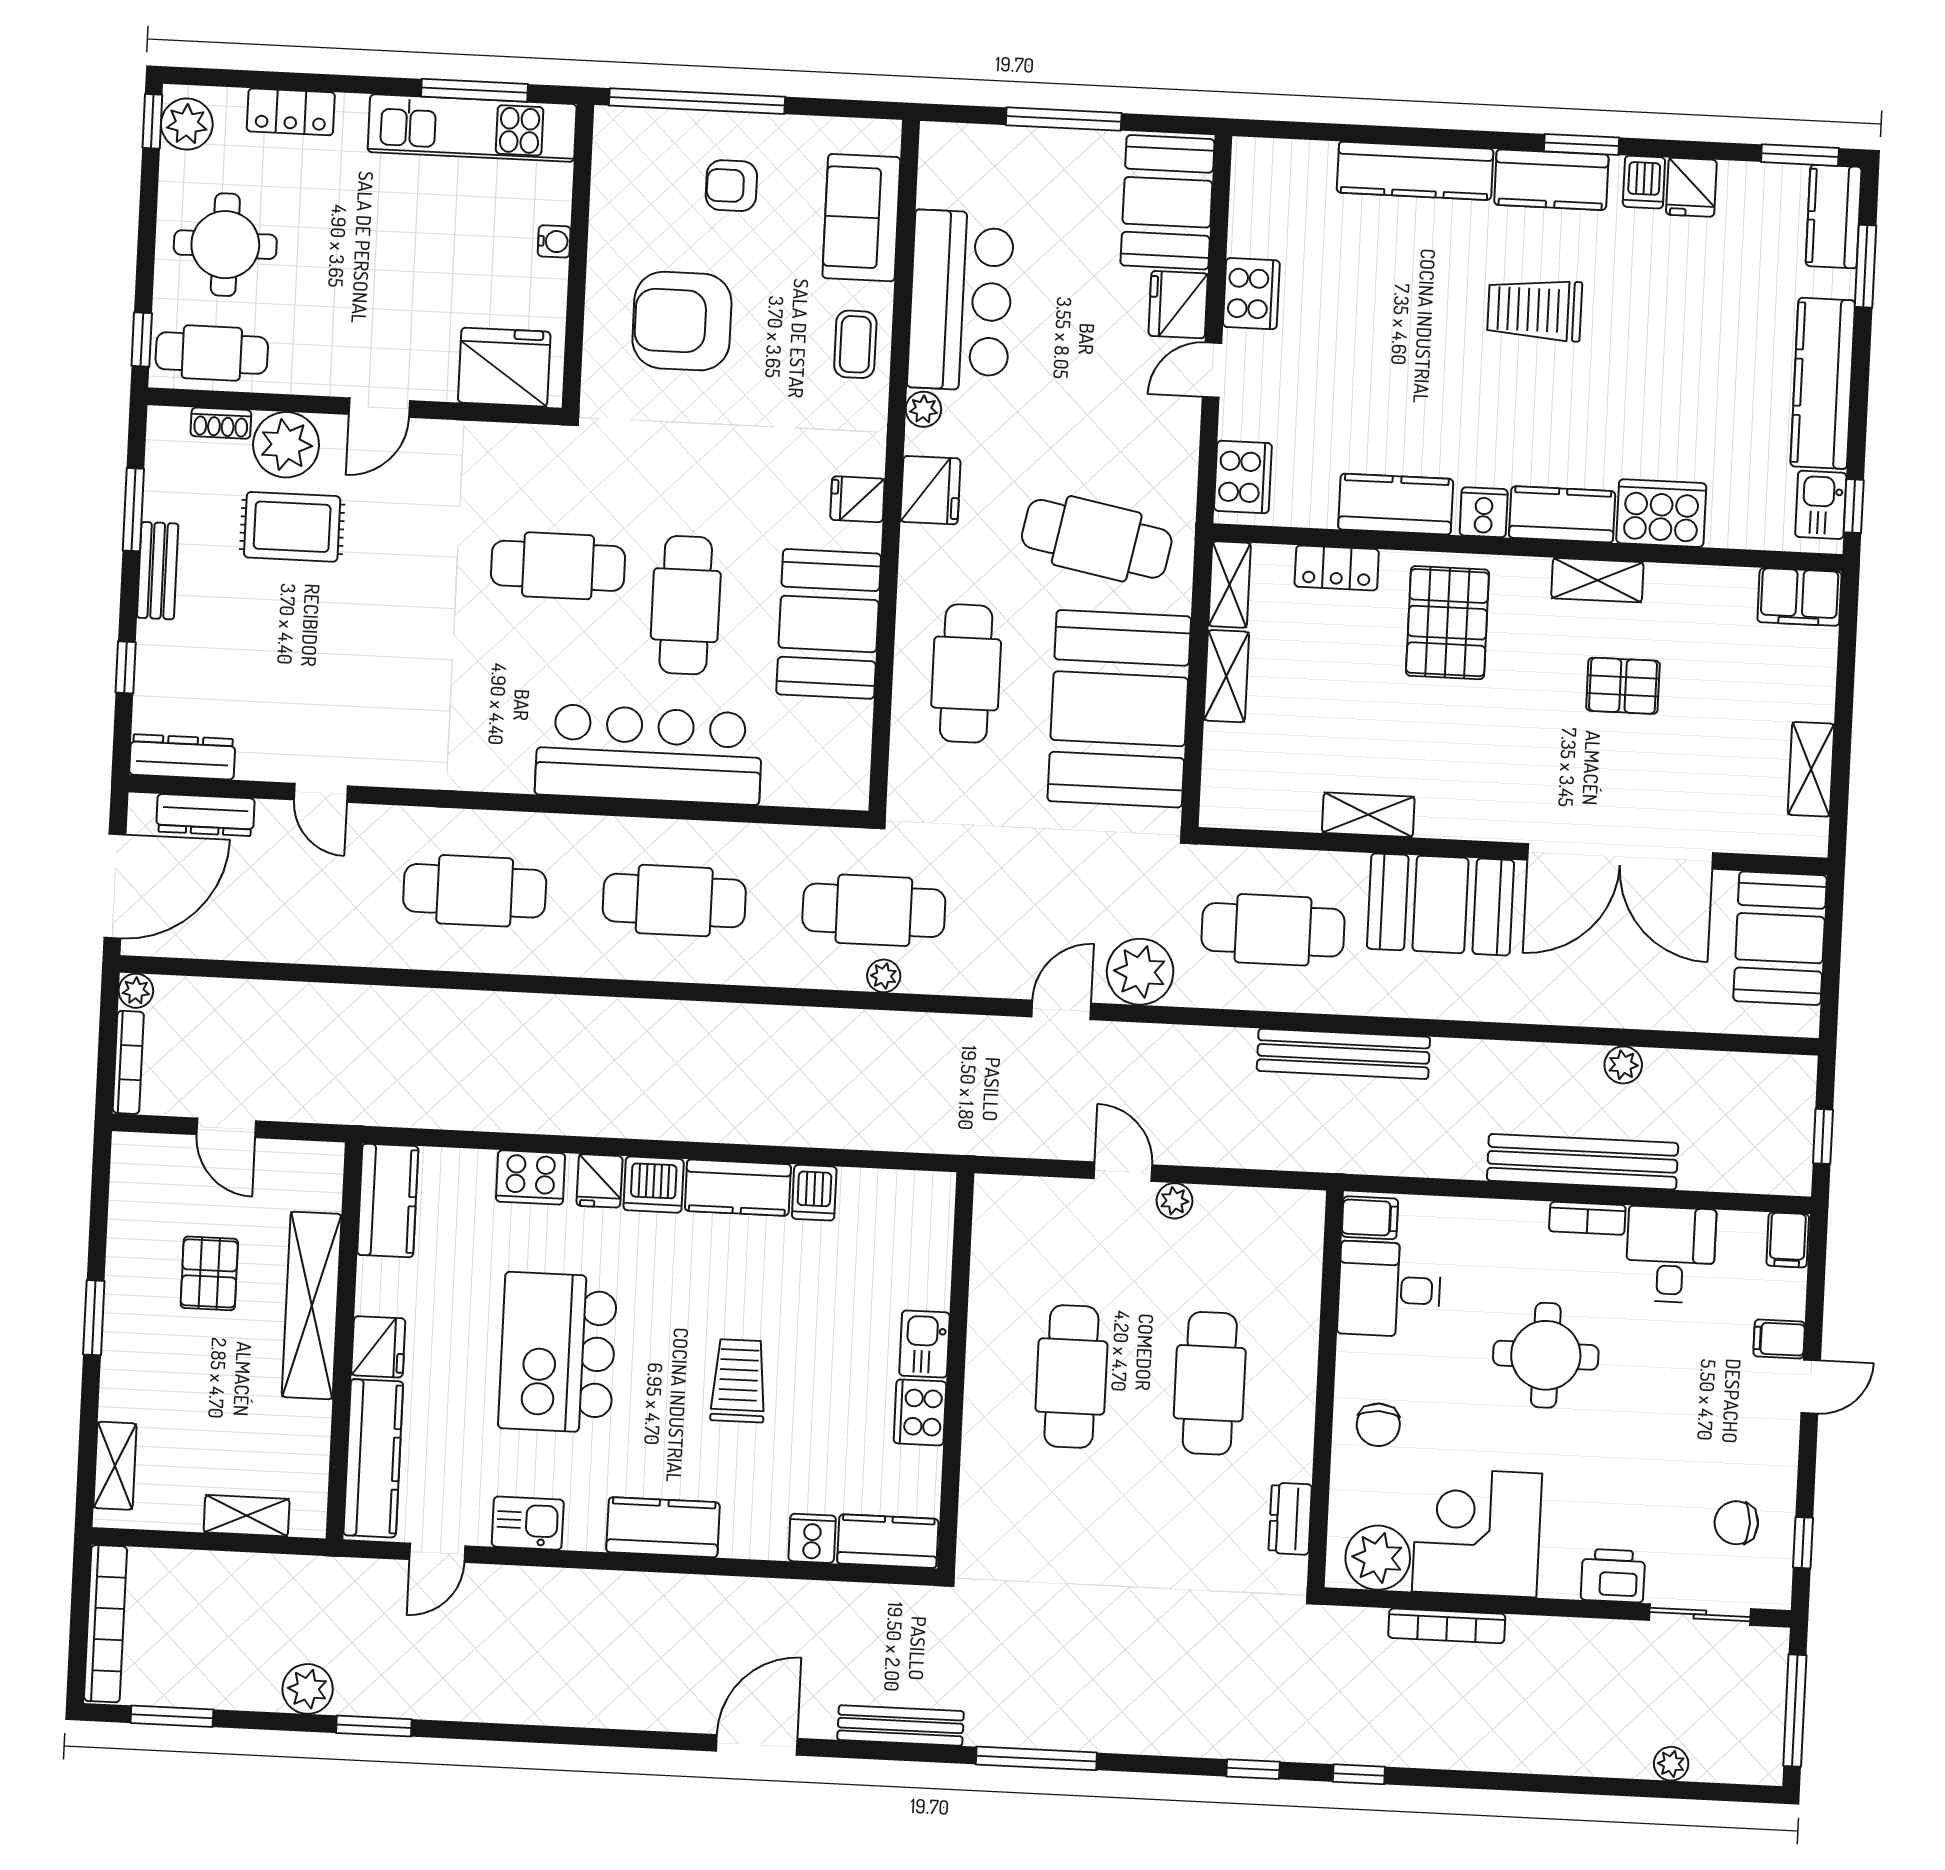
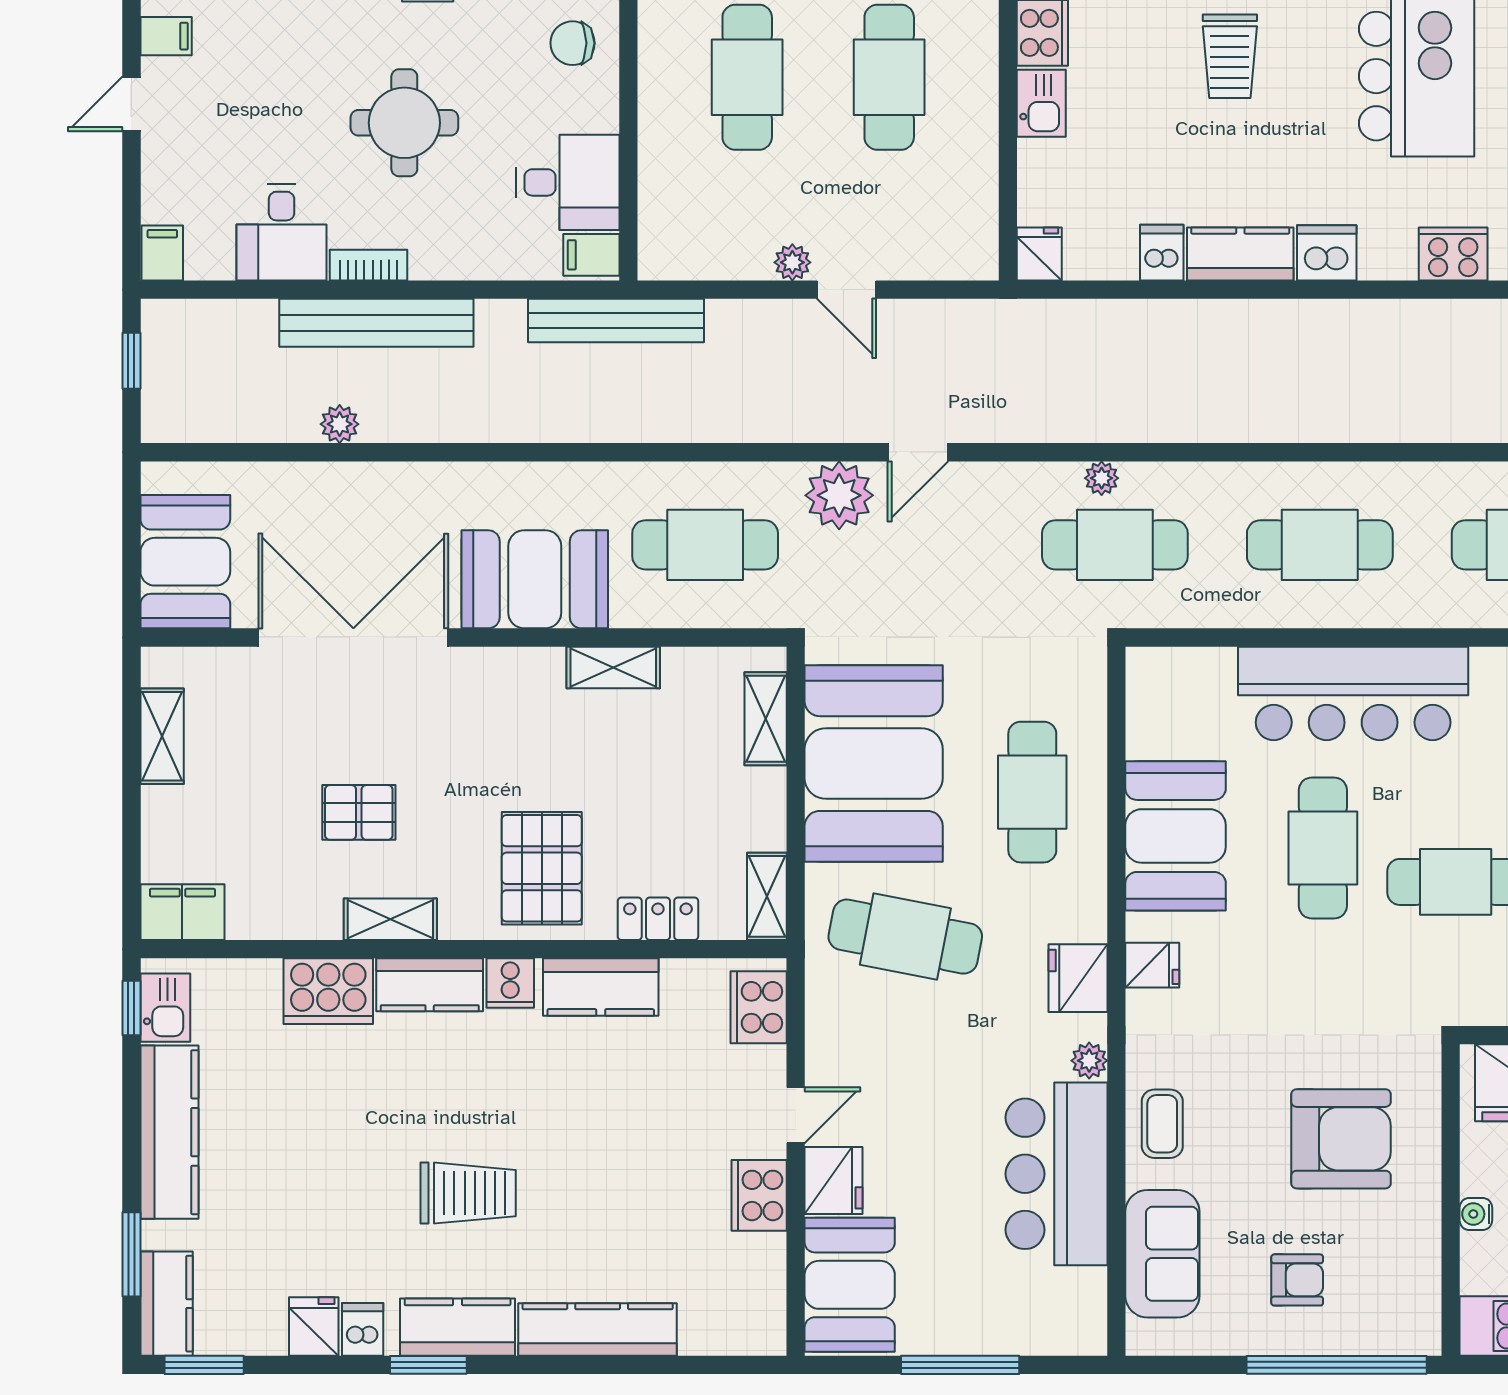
shelving: (1226, 676) -> (766, 719), moved
bench: (1343, 1054) -> (616, 320), moved
fridge: (599, 1181) -> (1039, 254), moved
filing cabinet: (1779, 1339) -> (166, 36), moved
chair: (1378, 1425) -> (572, 43), turned -90

